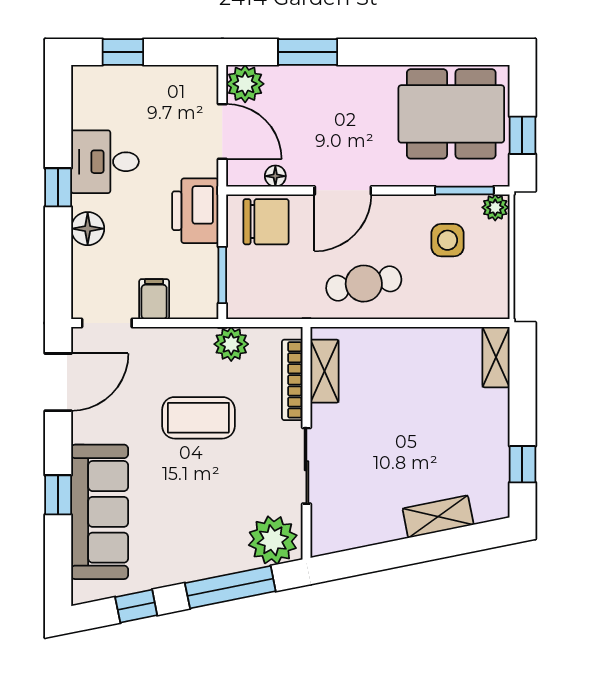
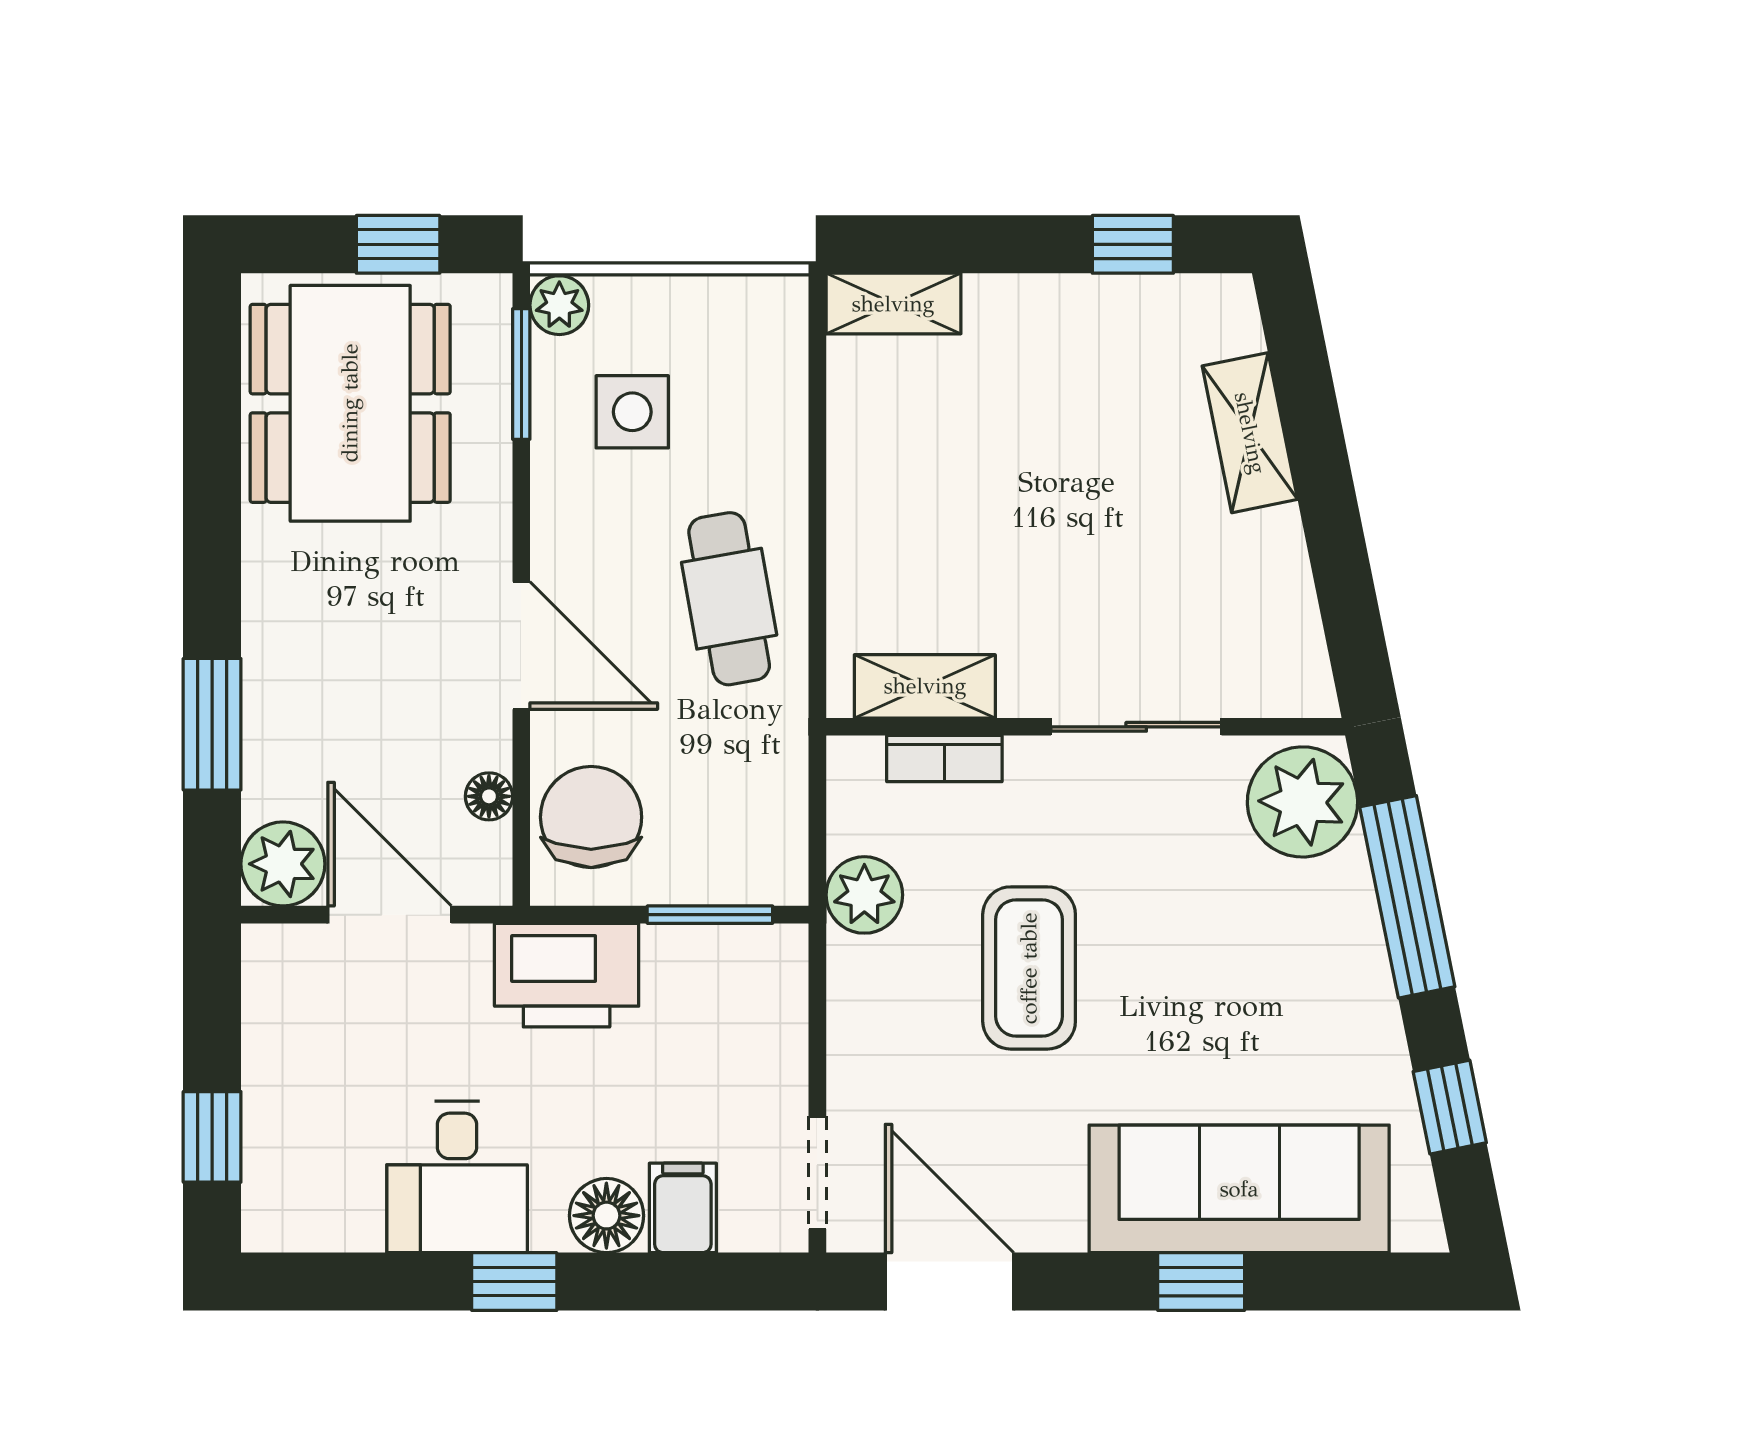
door: (222, 132) -> (390, 915), hinge flipped
filing cabinet: (154, 299) -> (683, 1208), moved, turned 90
bookcase: (292, 380) -> (944, 759), width x0.64

